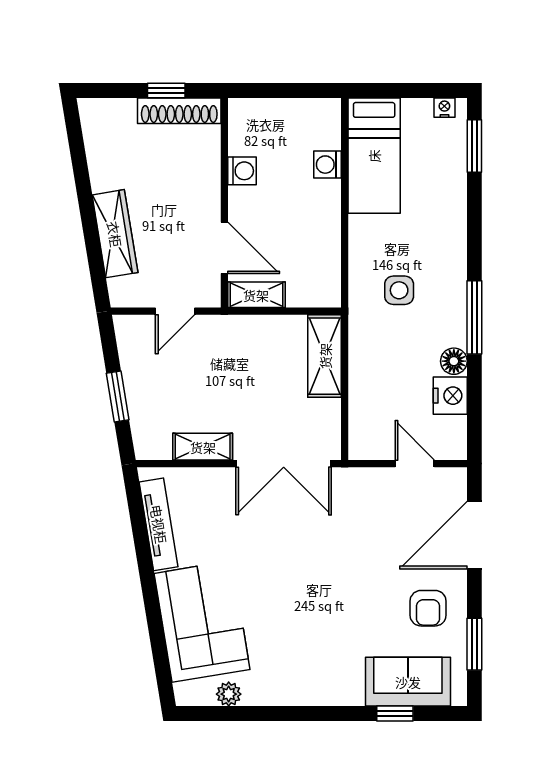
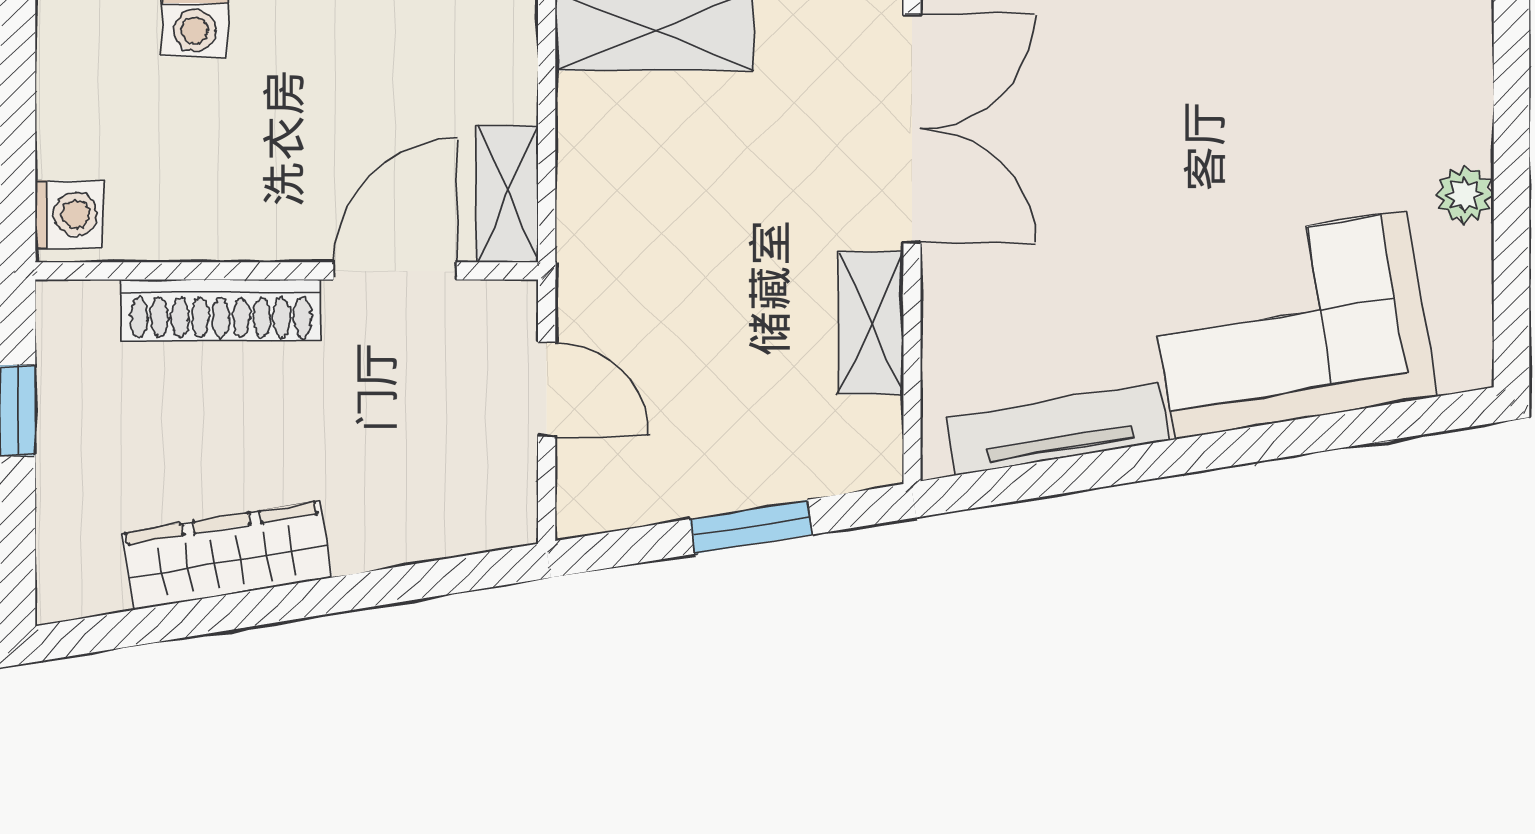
shoe rack: (179, 111) -> (221, 310), moved, turned 90
washing machine: (242, 171) -> (69, 214), moved, turned 90
wardrobe: (115, 234) -> (227, 555), moved
plant: (229, 694) -> (1465, 195), moved

